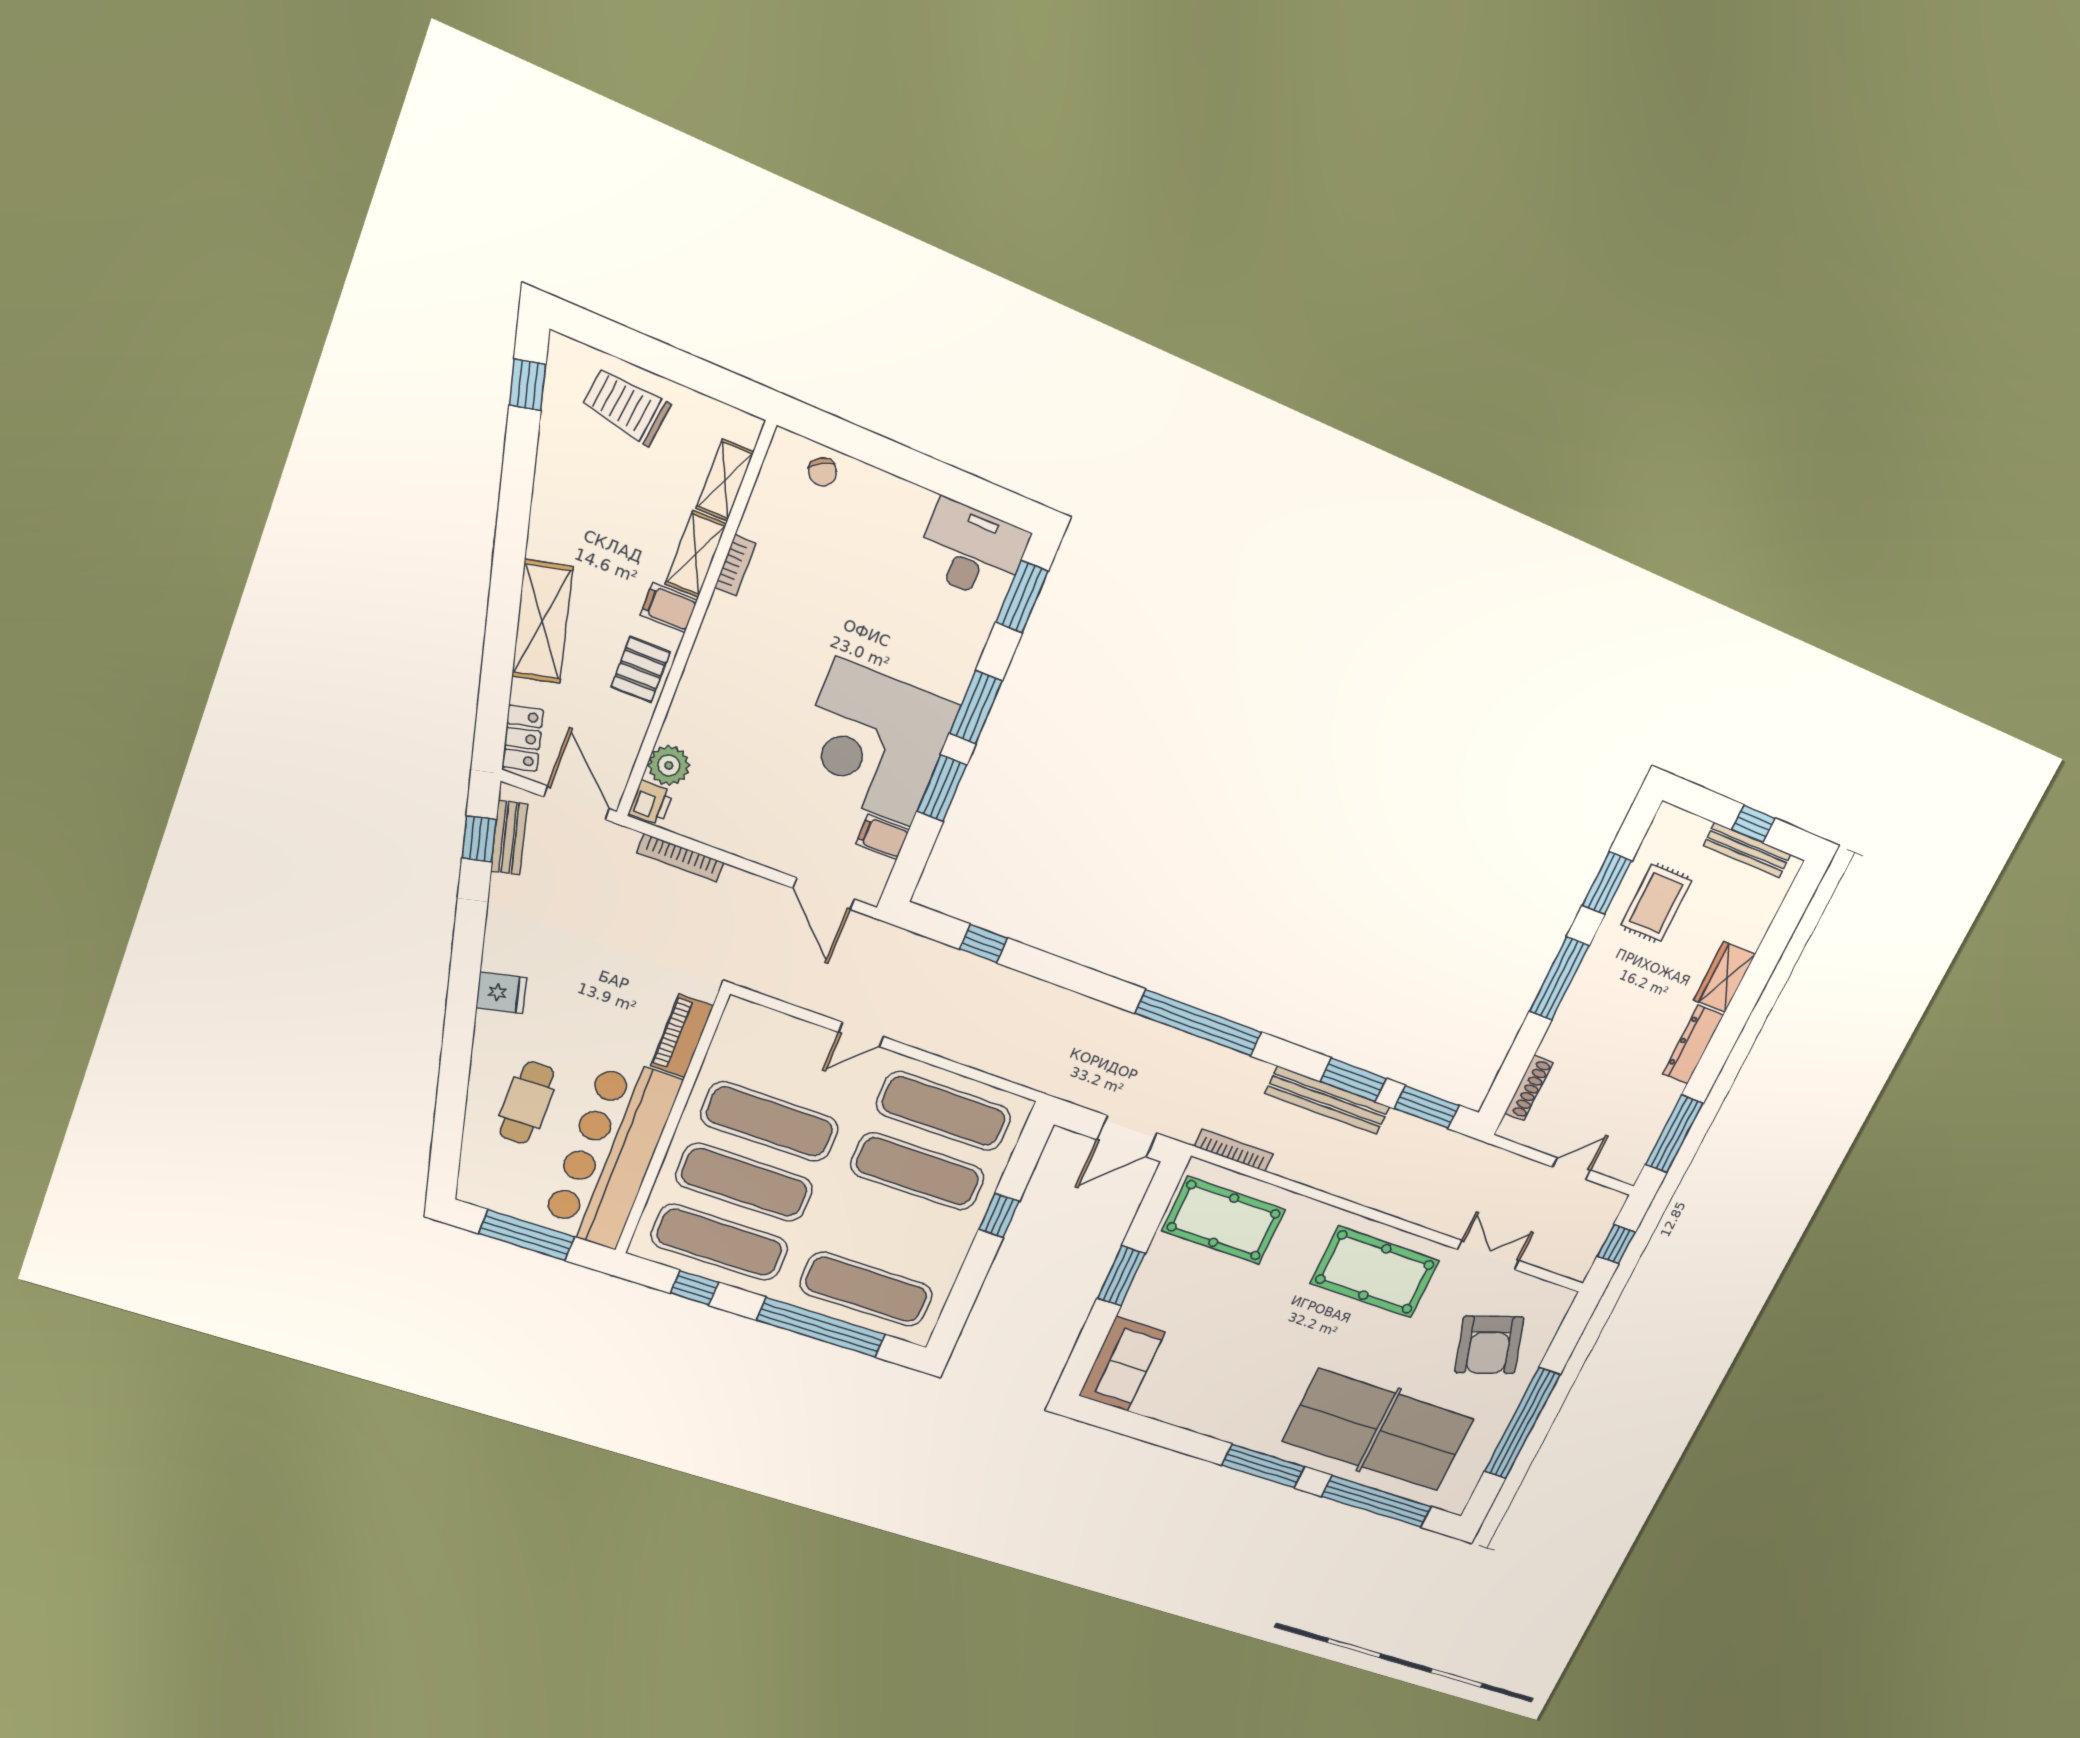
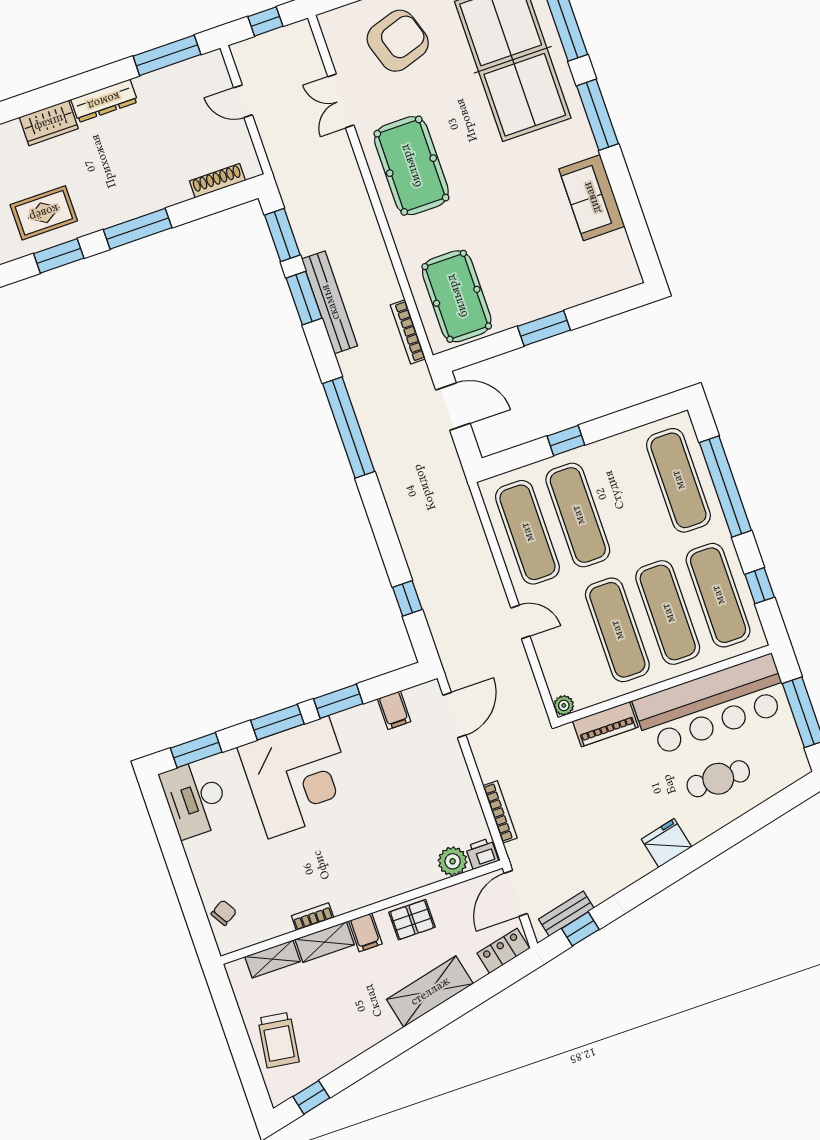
corner desk: (874, 743) -> (298, 777), moved
fridge: (501, 993) -> (667, 843), width x1.38
plant: (738, 1010) -> (564, 705), added
sofa: (1122, 1364) -> (592, 198), moved, turned -90

